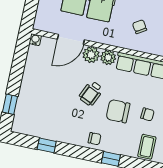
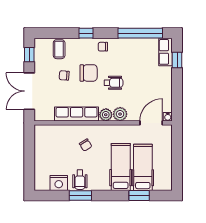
door: (71, 39) -> (151, 123), moved
wheelchair: (91, 93) -> (113, 83), turned 66
row of seats: (22, 117) -> (165, 52), added
window: (47, 145) -> (140, 33), width x3.17

